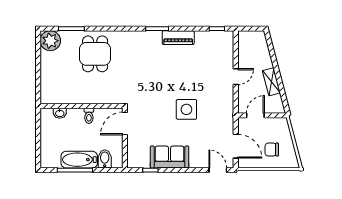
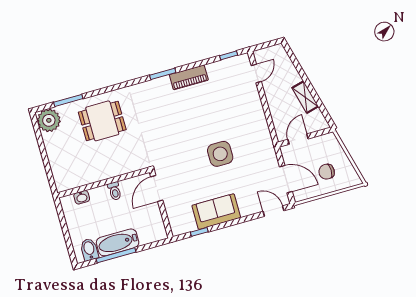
dining table: (95, 54) -> (102, 121), turned 90
door: (236, 77) -> (256, 73), moved
bidet: (105, 159) -> (89, 250), moved

